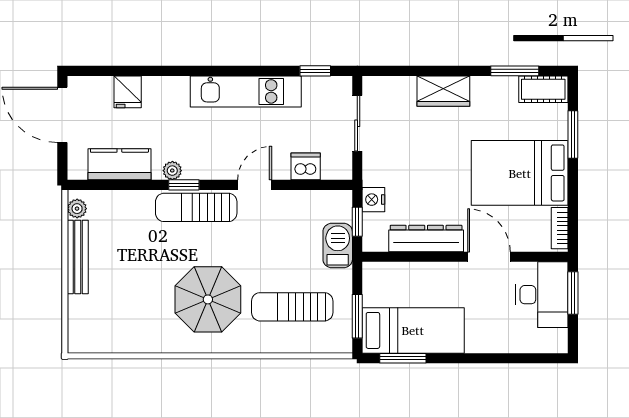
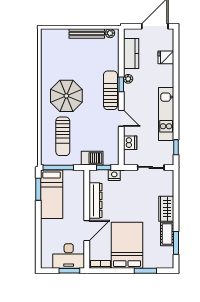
cot: (543, 89) -> (167, 234), moved
sun lounger: (292, 307) -> (63, 136), turned 180
window: (357, 316) -> (58, 167), width x1.44

